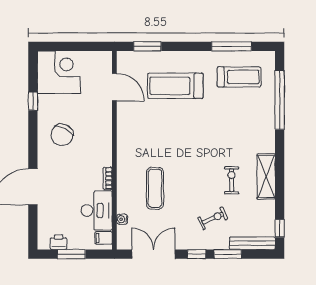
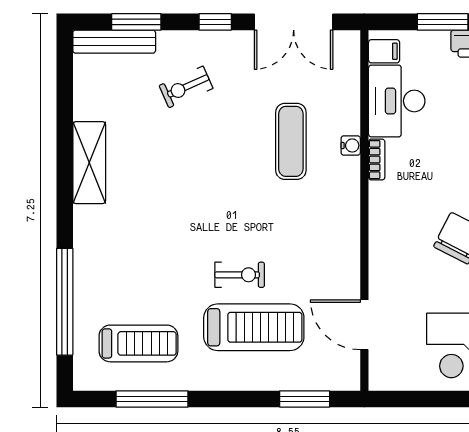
treadmill: (239, 77) -> (138, 343), turned 180
exercise bike: (232, 180) -> (240, 275), moved, turned -90
water cooler: (122, 219) -> (351, 145), moved
window: (280, 228) -> (65, 69), removed
window: (228, 254) -> (136, 22), moved

